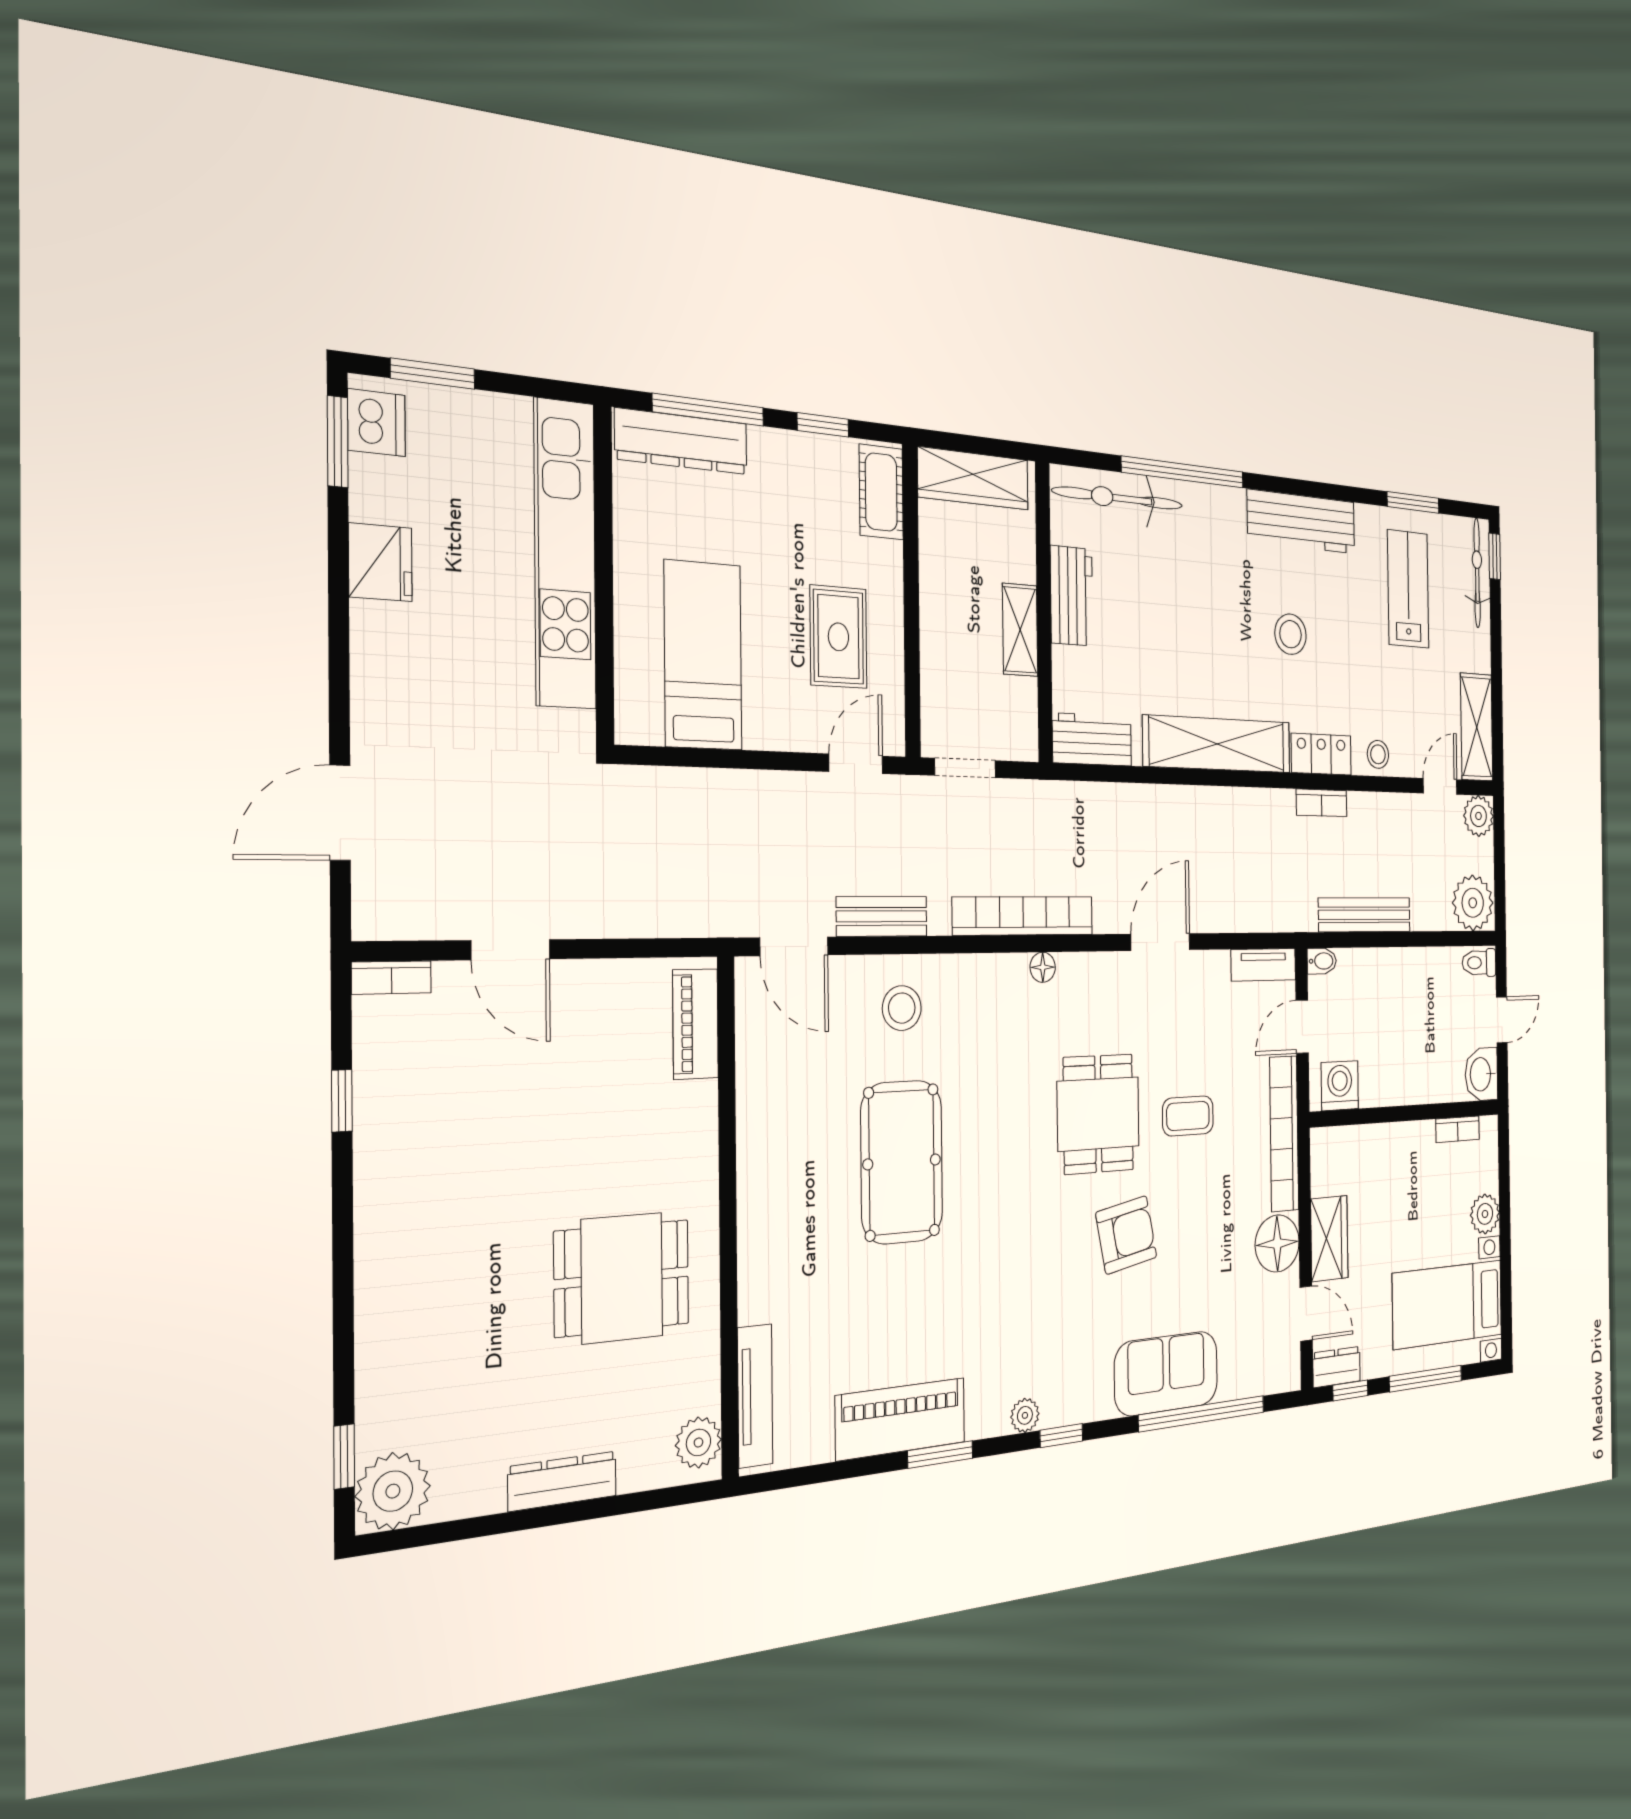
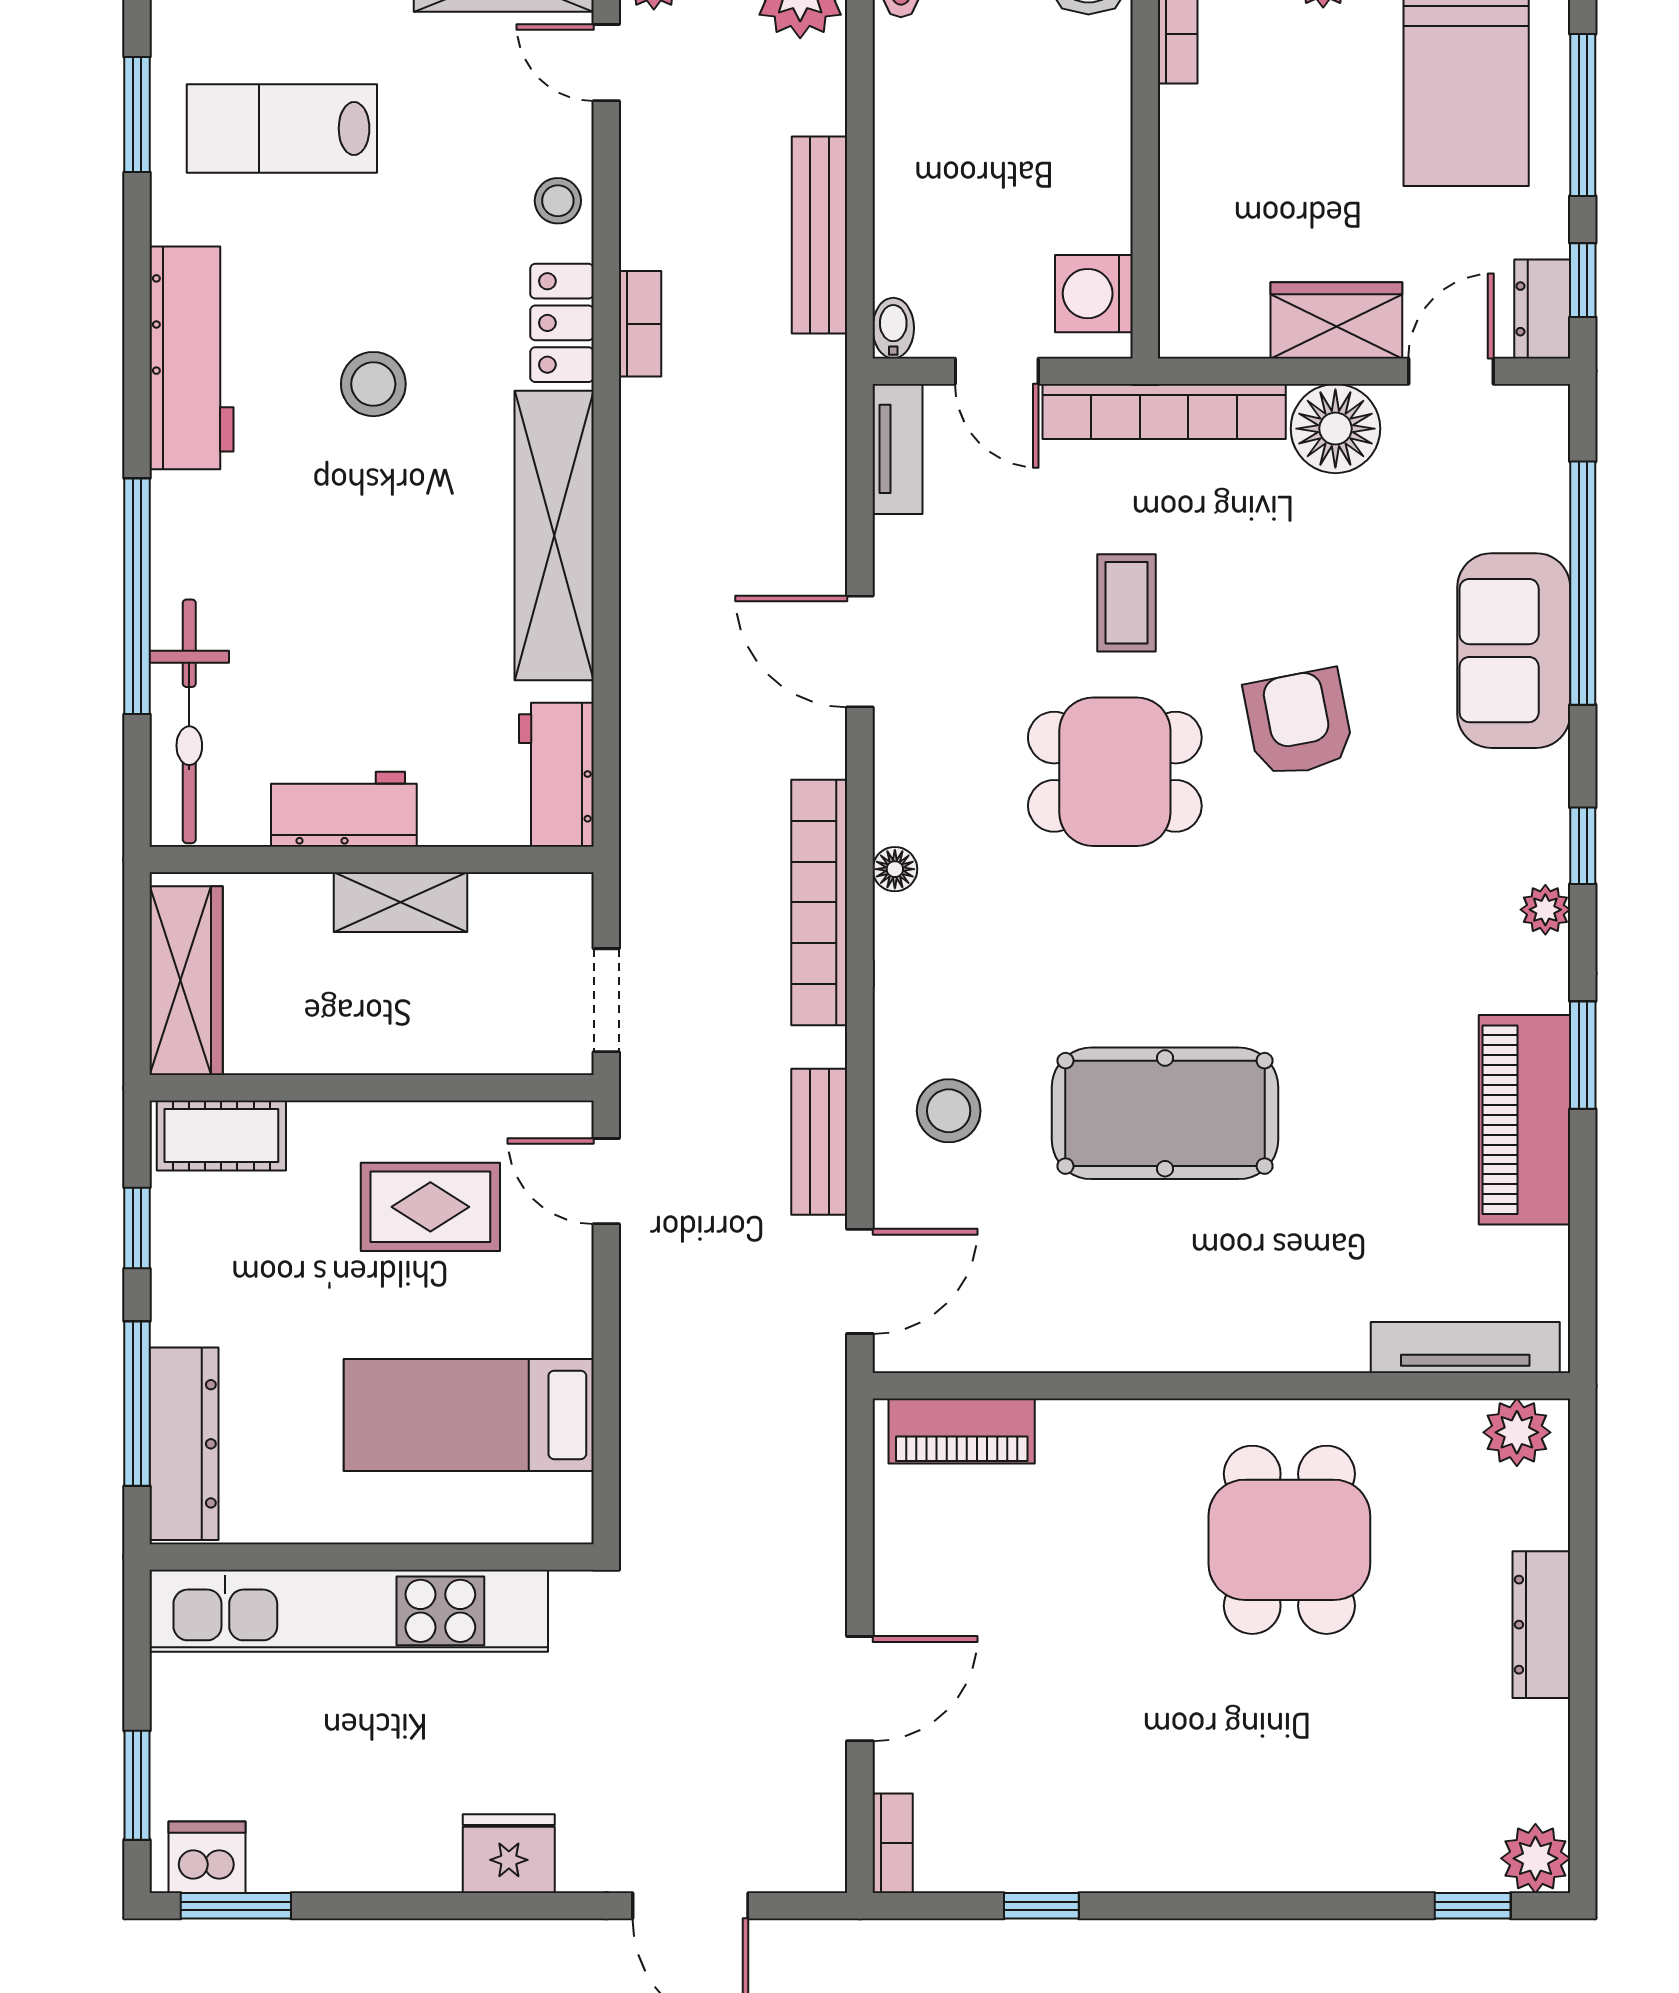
fridge: (380, 562) -> (509, 1854), moved
plant: (393, 1491) -> (1535, 1858), width x0.73, depth x0.73

